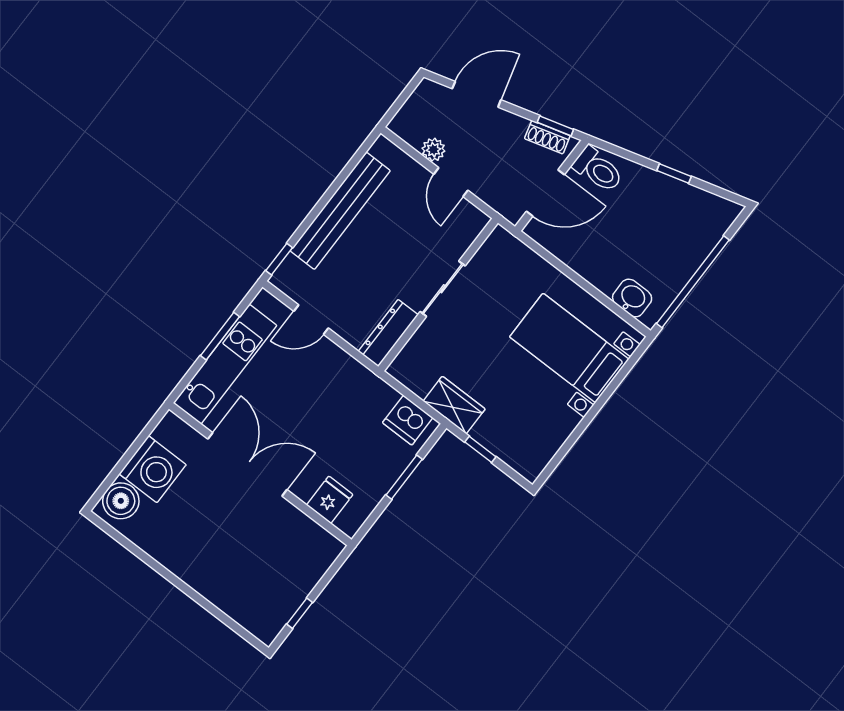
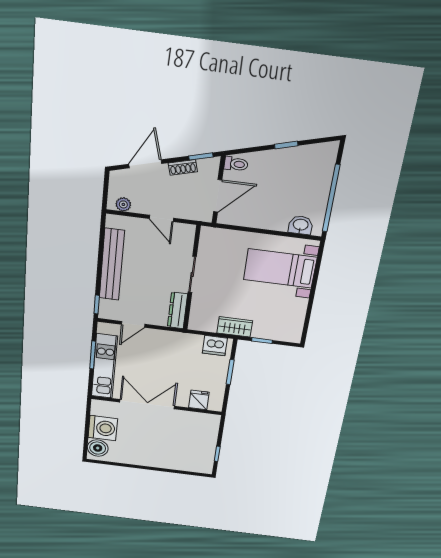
shoe rack: (547, 137) -> (183, 167), moved
plant: (433, 150) -> (123, 204), moved
toilet: (598, 170) -> (236, 164), width x0.73, depth x0.72

